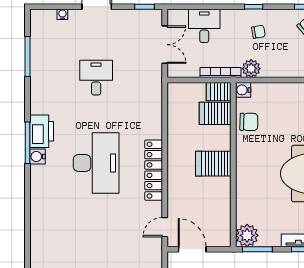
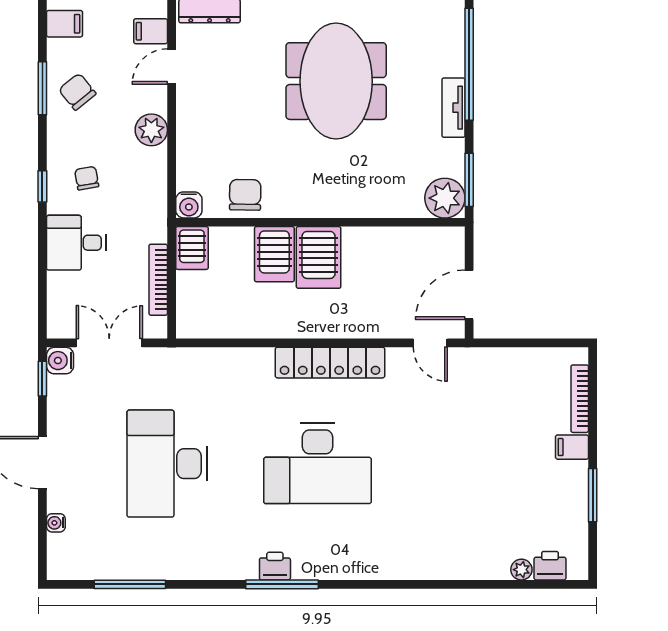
desk: (204, 26) -> (76, 243), moved
plant: (251, 69) -> (151, 130), moved
bookcase: (220, 72) -> (158, 280), moved
desk: (96, 78) -> (167, 464), width x1.87, depth x1.30
server rack: (215, 113) -> (274, 254), moved
printer: (42, 131) -> (275, 566), width x0.53, depth x0.68
water cooler: (38, 156) -> (60, 361), moved, turned 90
desk: (96, 163) -> (317, 464), turned 180

